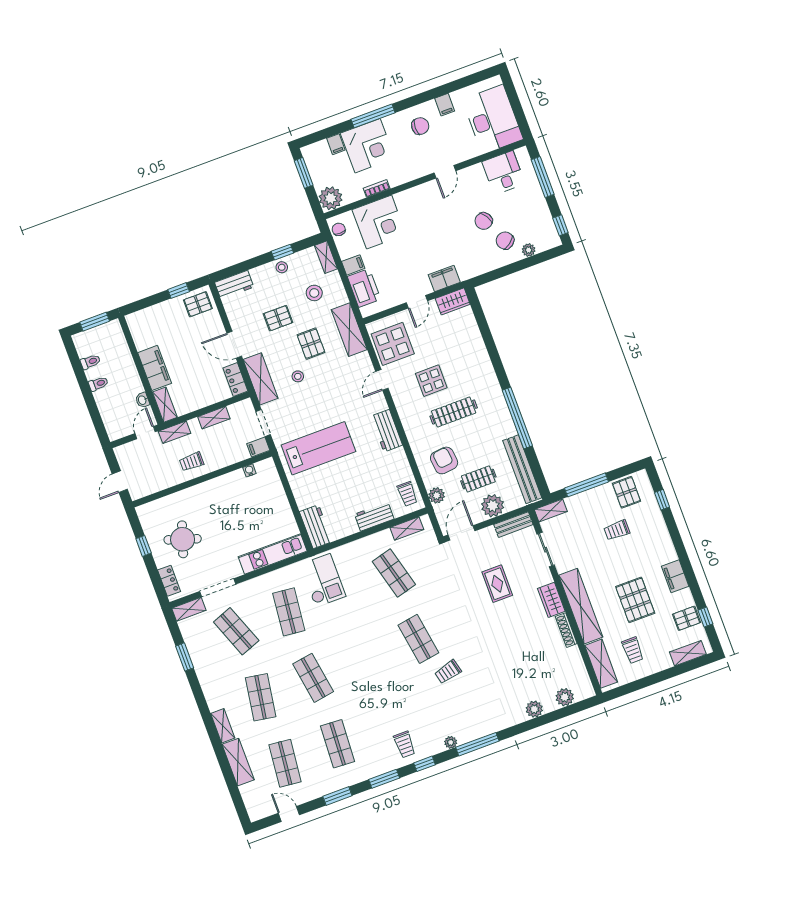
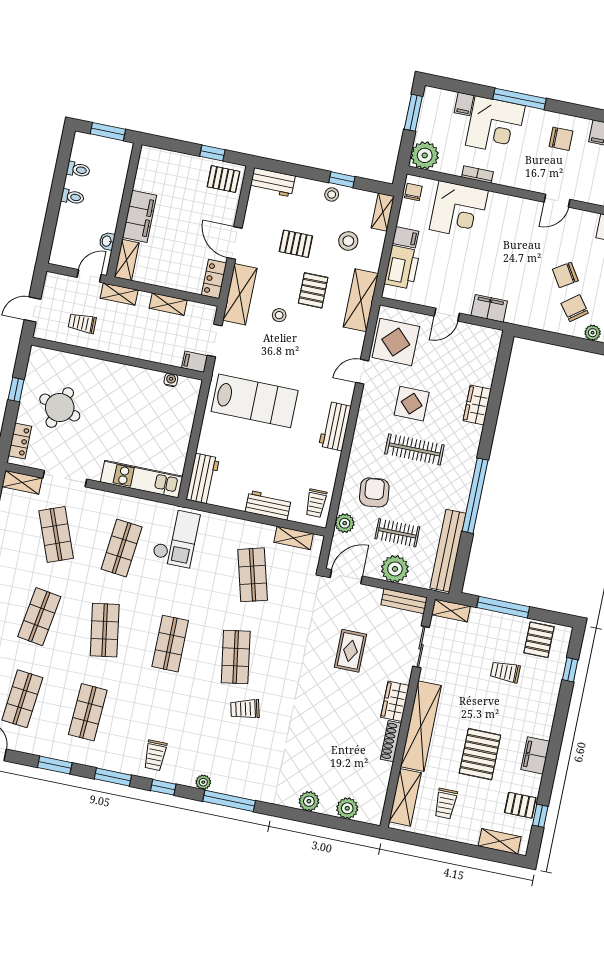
wardrobe: (453, 301) -> (477, 405), moved, turned 90
trolley: (192, 462) -> (82, 323), moved
shop shelf: (366, 658) -> (170, 644), added

